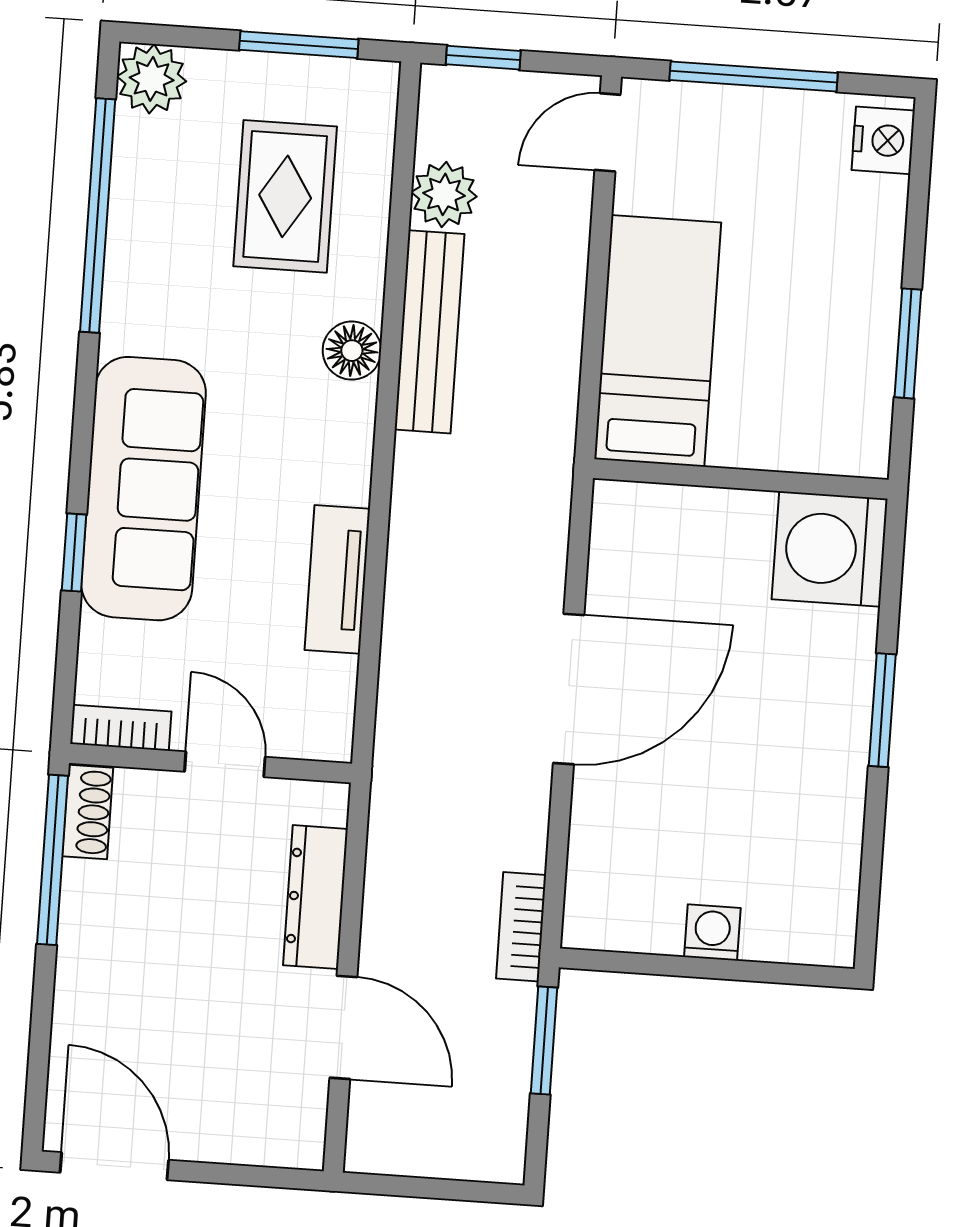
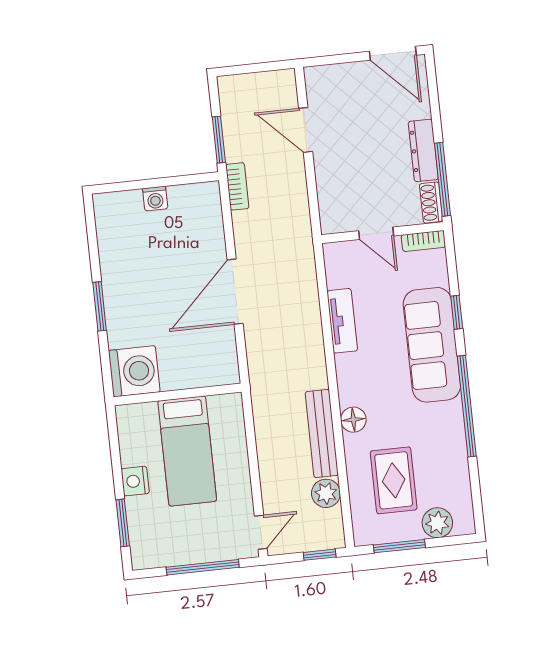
plant: (152, 79) -> (437, 523), moved
nightstand: (883, 140) -> (135, 481), moved
window: (98, 216) -> (467, 406), moved
bed: (658, 341) -> (187, 451), moved
window: (908, 343) -> (123, 523), moved
dresser: (315, 897) -> (423, 150), moved, turned 180

